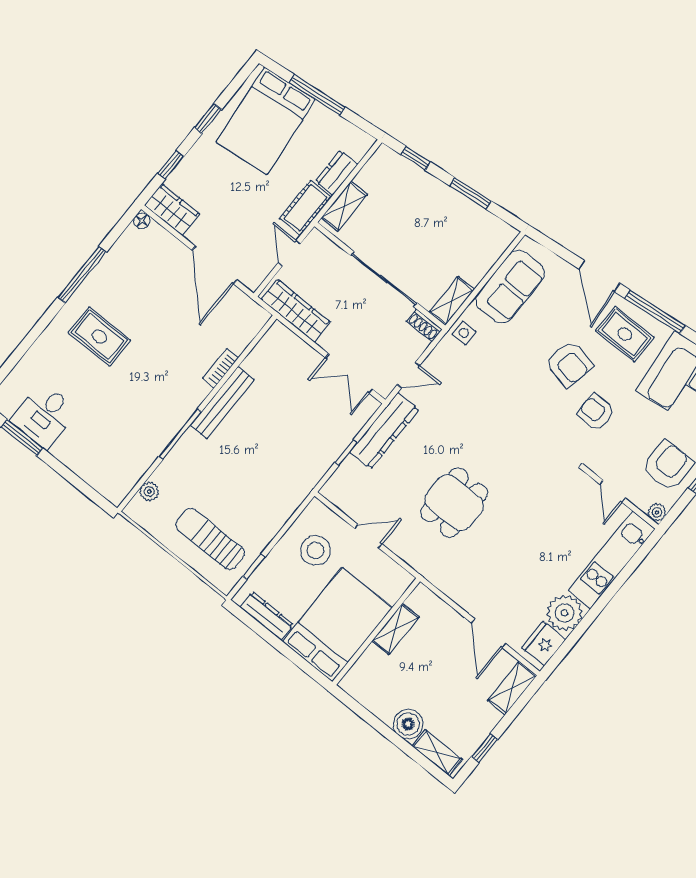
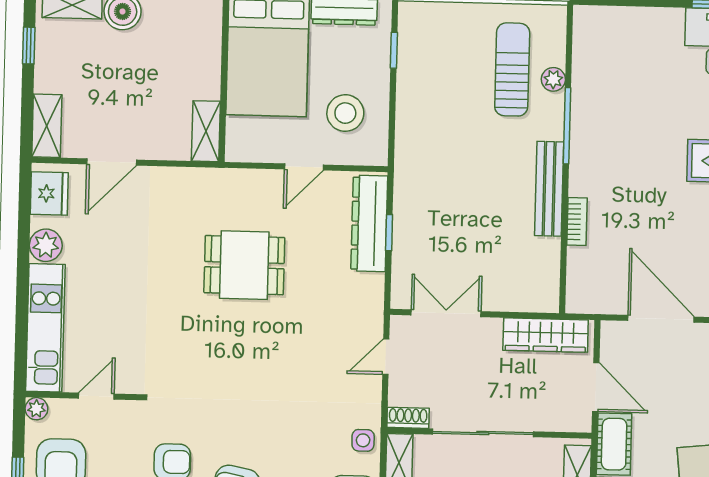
door: (289, 253) -> (596, 387), width x1.37
dresser: (384, 431) -> (369, 223), moved
plant: (149, 491) -> (553, 79), moved
door: (613, 491) -> (96, 396), hinge flipped
dining table: (454, 503) -> (244, 265), turned 90
sun lounger: (210, 539) -> (512, 69), moved, turned -90
plant: (564, 613) -> (46, 245), width x0.73, depth x0.73
shelving: (395, 629) -> (206, 131), moved
door: (489, 633) -> (112, 162), swing flipped

